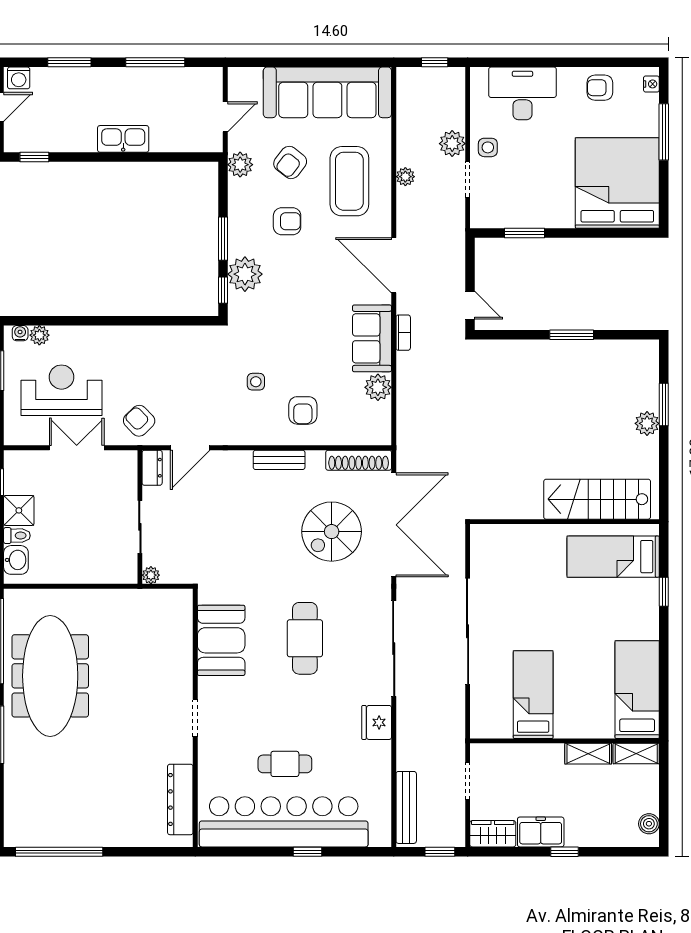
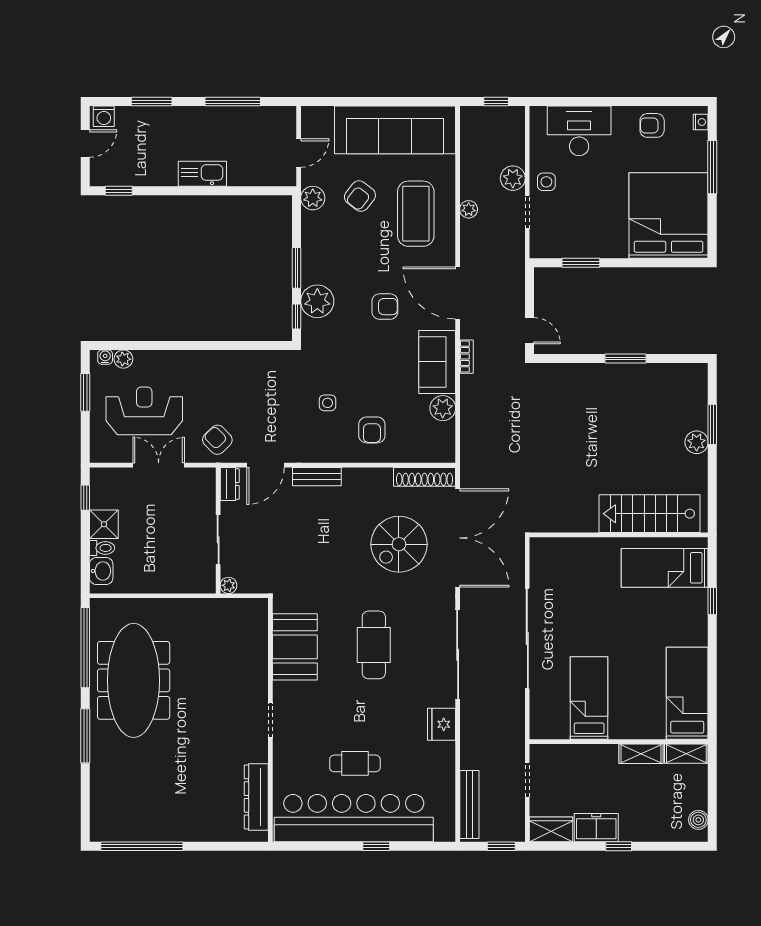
armchair: (287, 221) -> (385, 307), moved
bench: (279, 460) -> (317, 477), moved

